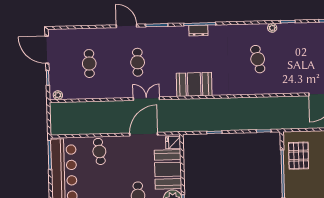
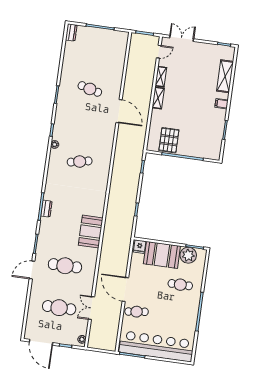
door: (47, 50) -> (41, 342), hinge flipped
cafe table: (138, 62) -> (65, 266), width x1.37, depth x1.35
cafe table: (89, 64) -> (59, 308), width x1.37, depth x1.35
booth: (194, 84) -> (91, 232), moved
double door: (146, 99) -> (91, 308), moved
door: (144, 134) -> (125, 289), moved
pallet: (299, 156) -> (169, 140), turned 90

